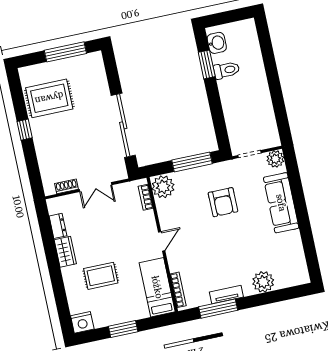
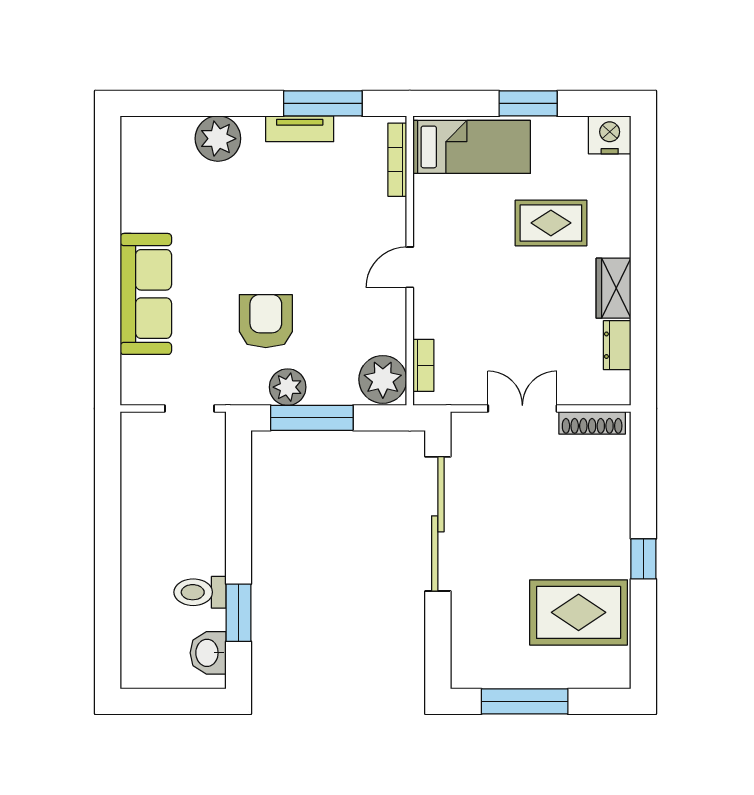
plant: (275, 159) -> (288, 387), moved
shoe rack: (66, 186) -> (592, 423), width x1.43
bed: (157, 287) -> (472, 147), moved, turned -90

